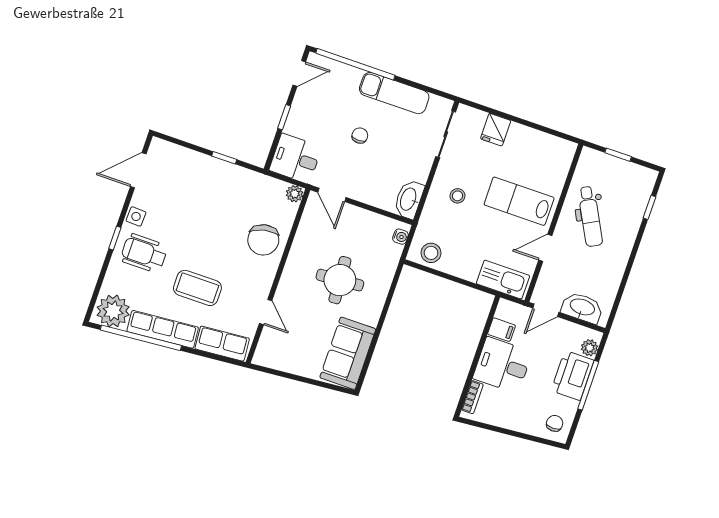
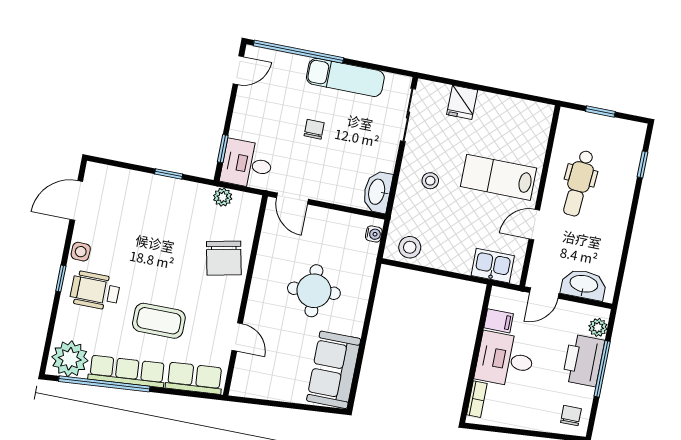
window: (284, 117) -> (223, 149), moved
plant: (295, 194) -> (223, 197), moved
dental chair: (590, 216) -> (579, 183), turned 32
kitchen sink: (503, 280) -> (493, 266), width x0.73

